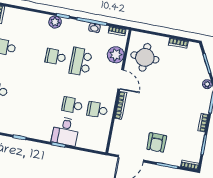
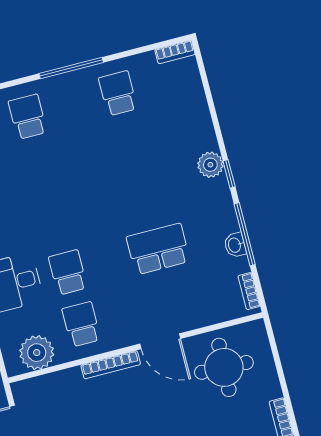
plant: (116, 55) -> (37, 353), moved
school desk: (56, 57) -> (145, 197), removed
door: (121, 79) -> (160, 341), hinge flipped

